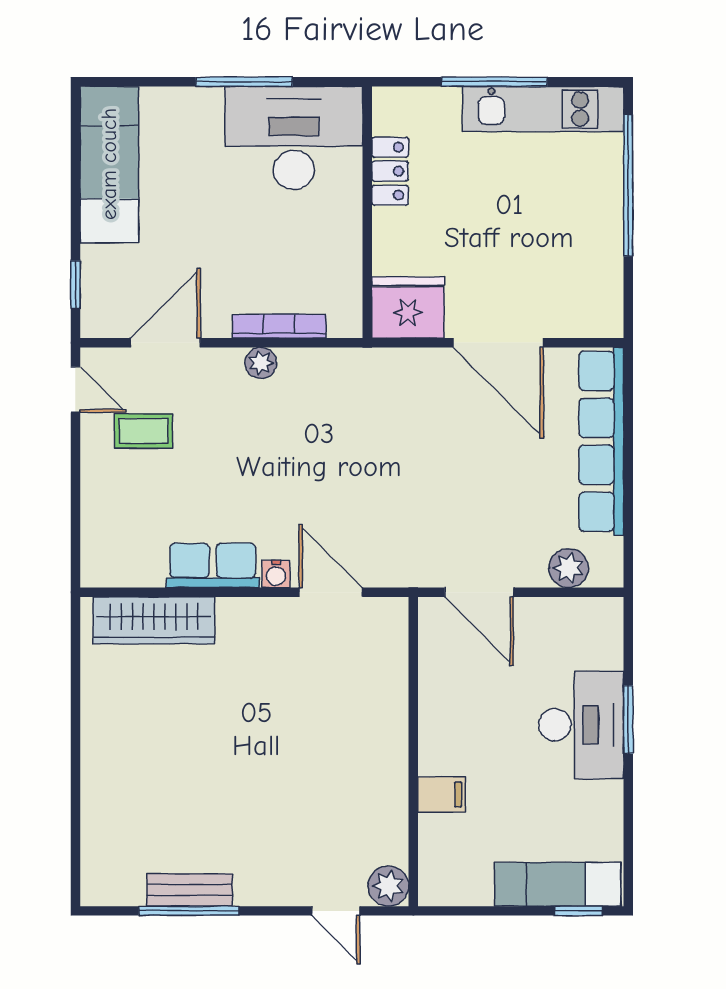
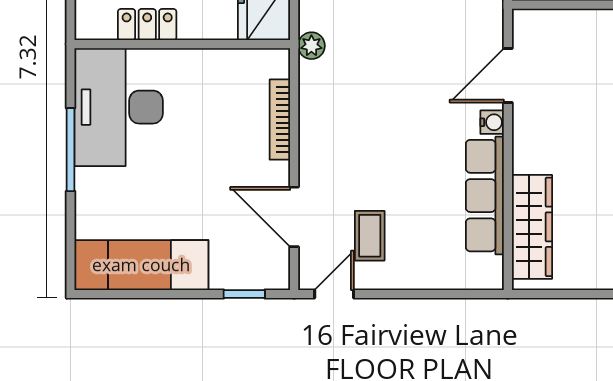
plant: (261, 363) -> (311, 46), moved
row of seats: (213, 565) -> (485, 196), width x1.48

